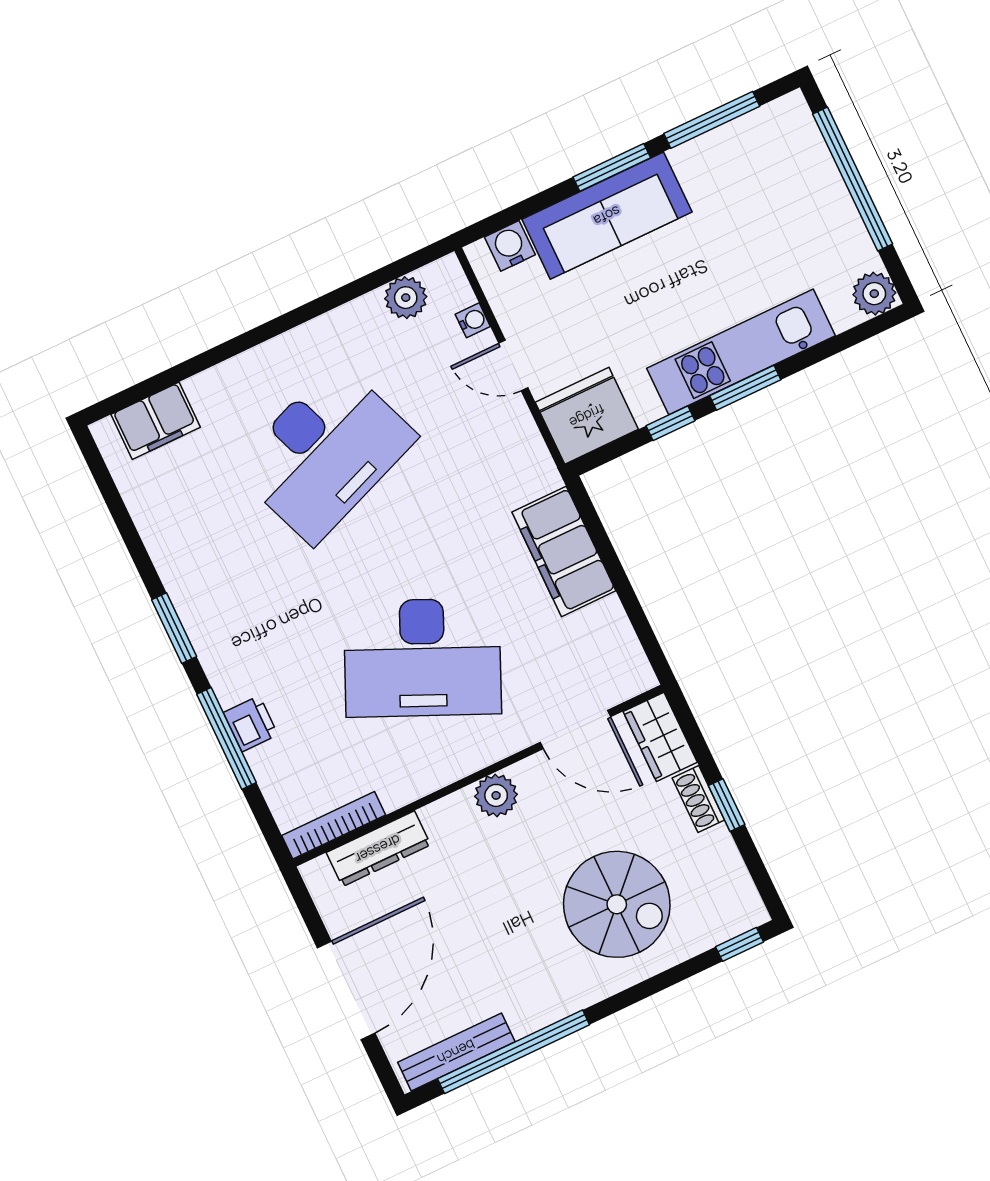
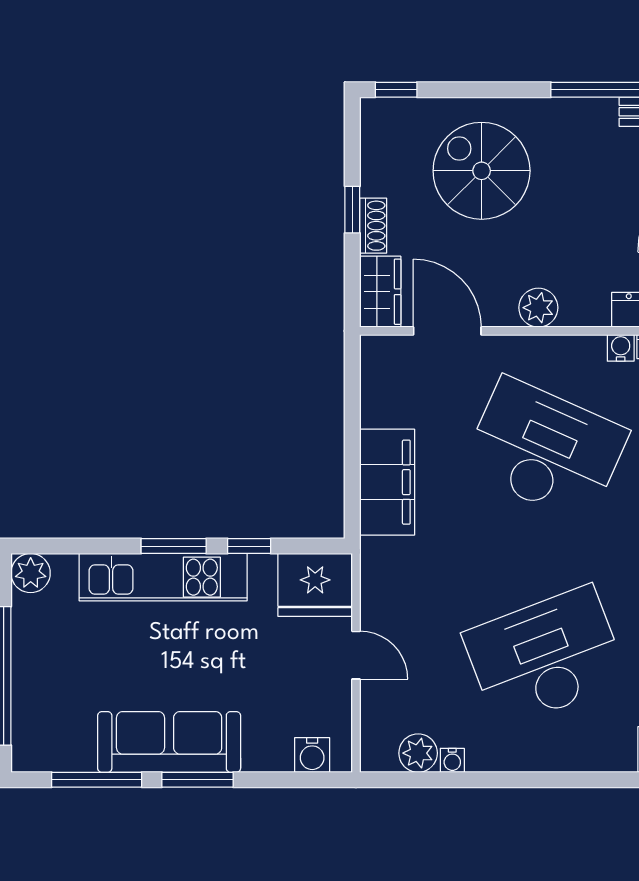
sofa: (607, 216) -> (169, 742), moved
water cooler: (473, 320) -> (452, 760), moved, turned -90
water cooler: (396, 794) -> (621, 348), added

